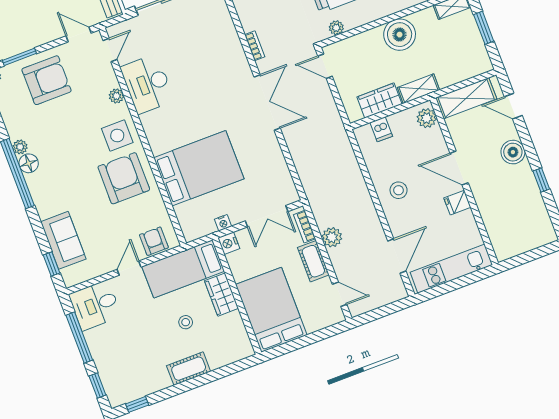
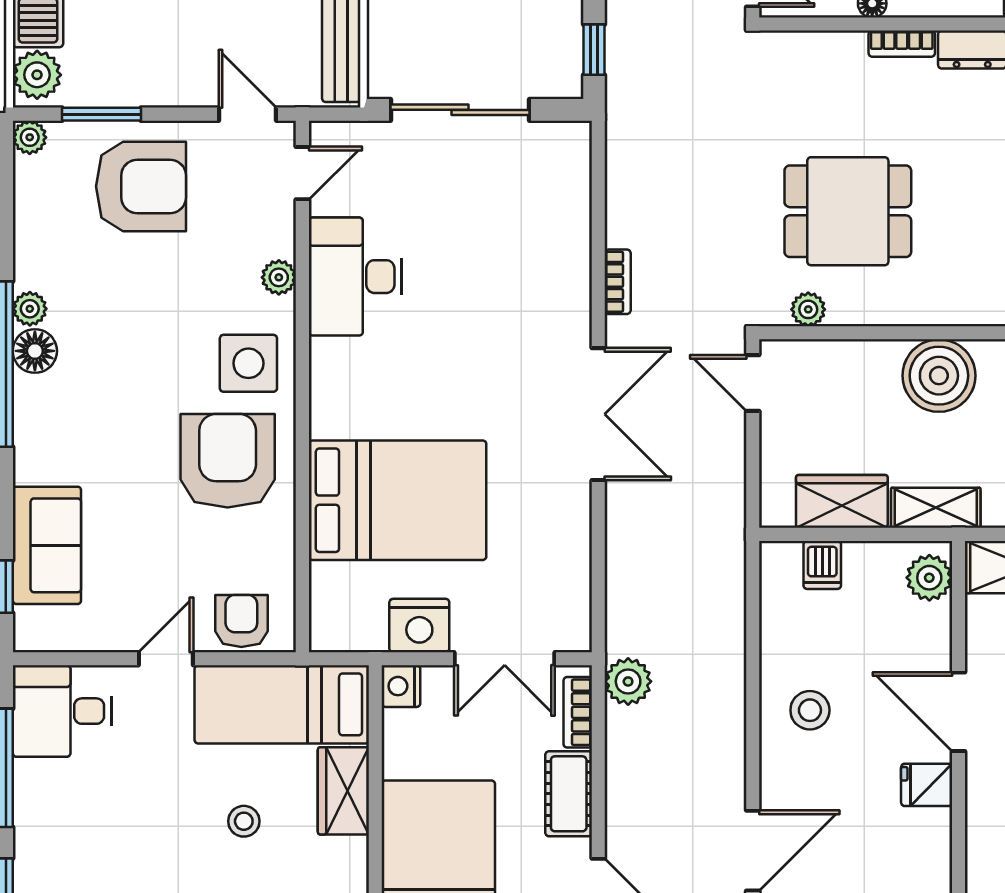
nightstand: (223, 223) -> (419, 626), width x1.89, depth x1.79
plant: (332, 237) -> (628, 681), moved

